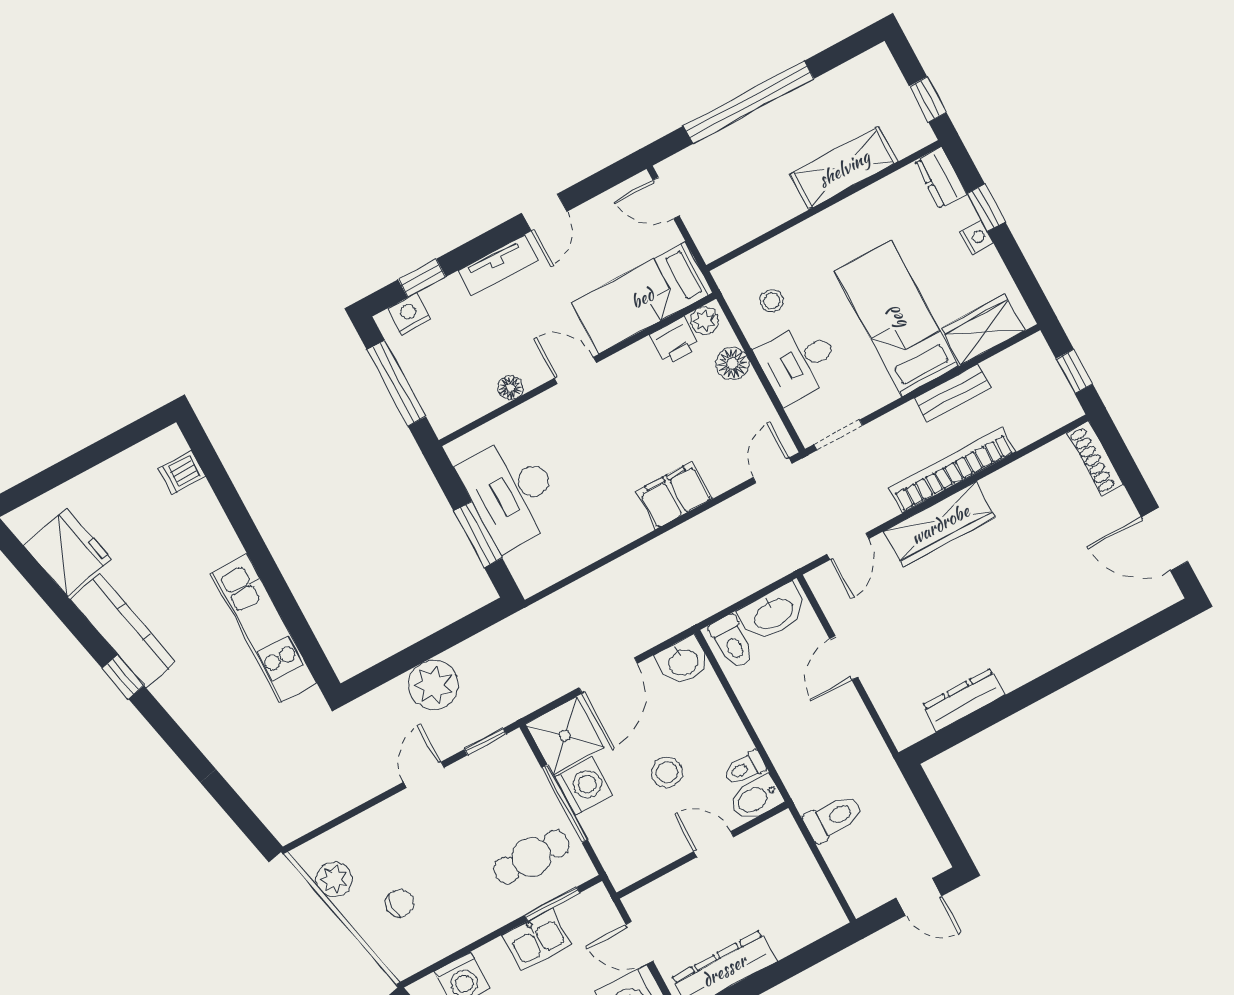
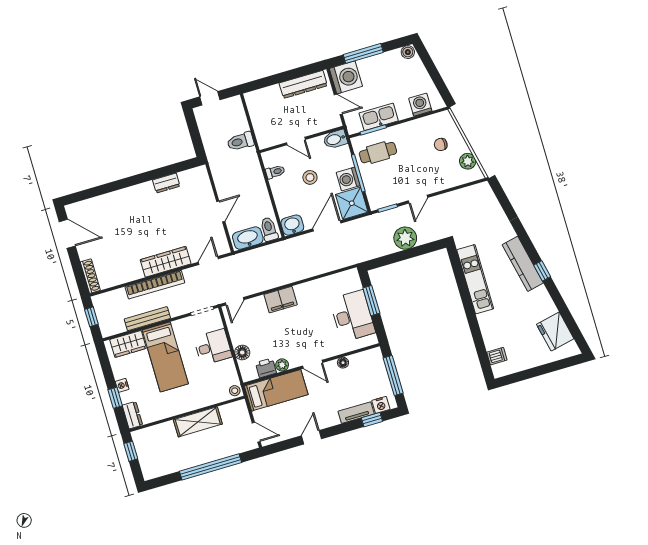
shelving: (844, 168) -> (198, 422), moved
tv unit: (498, 265) -> (356, 413), moved
stool: (772, 301) -> (235, 391), moved
plant: (704, 321) -> (282, 365), moved
bench: (953, 393) -> (147, 319), width x1.36
kitchen counter: (123, 631) -> (523, 264), moved
dresser: (964, 700) -> (166, 183), width x0.70
bidet: (756, 799) -> (335, 139), moved, turned 180
kitchen sink: (537, 940) -> (379, 117), width x1.38

